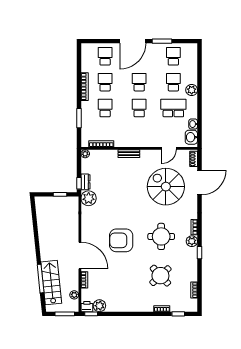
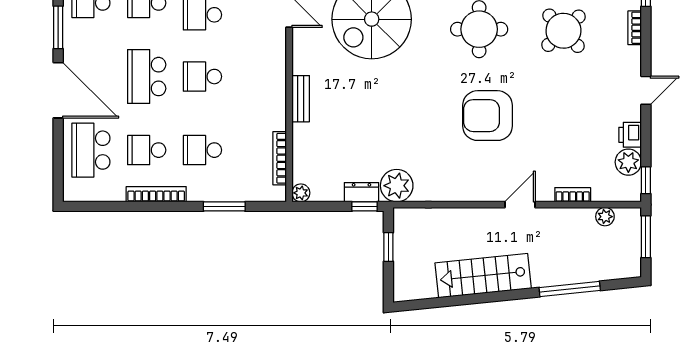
school desk: (105, 56) -> (91, 150), width x1.85
school desk: (139, 82) -> (147, 77), width x1.85
armchair: (121, 240) -> (487, 116), turned 90
door: (80, 255) -> (520, 205), width x0.53
stairs: (51, 283) -> (483, 276), moved
printer: (87, 307) -> (630, 135), moved
door: (133, 314) -> (646, 90), added

